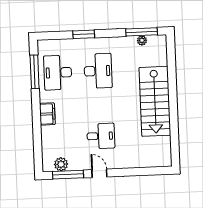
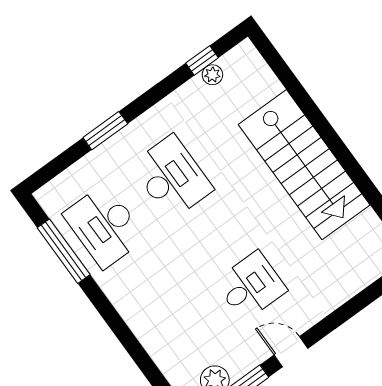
window: (142, 32) -> (202, 60), width x0.46
filing cabinet: (47, 114) -> (134, 309), removed

